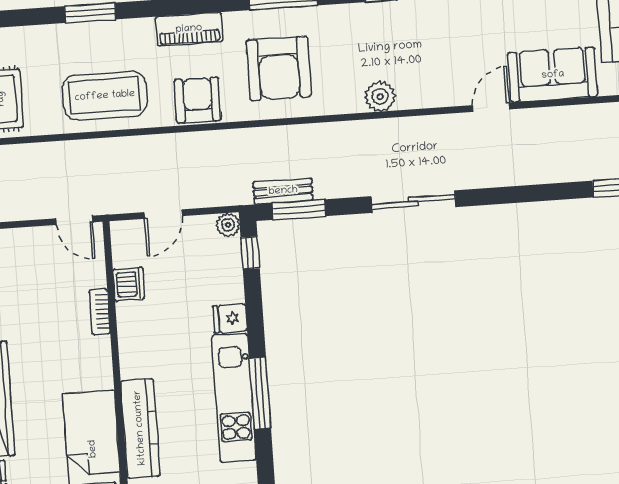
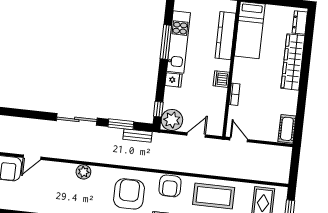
window: (299, 210) -> (121, 124), moved
plant: (228, 225) -> (172, 120), width x1.88, depth x1.88
dishwasher: (129, 284) -> (221, 79), moved

